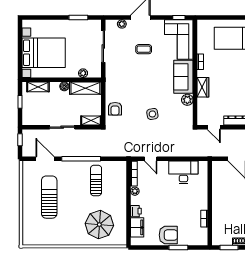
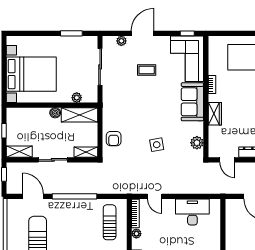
shelving: (38, 87) -> (19, 152), moved
plant: (187, 100) -> (197, 143), moved
sun lounger: (96, 181) -> (110, 222), moved

